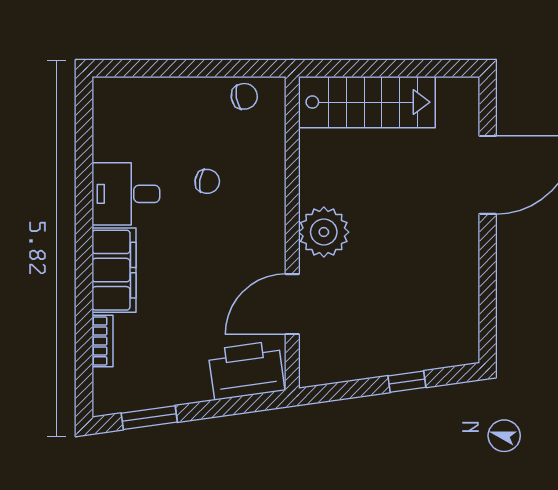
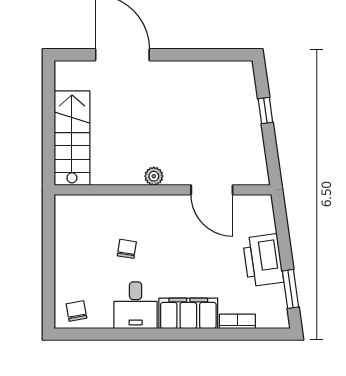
chair: (244, 96) -> (76, 311), moved
plant: (324, 232) -> (154, 176), width x0.53, depth x0.53
printer: (246, 370) -> (263, 260), moved

